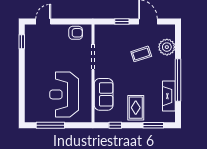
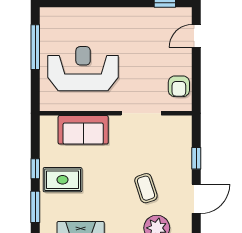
door: (43, 22) -> (196, 36), swing flipped
window: (115, 125) -> (35, 169), moved

